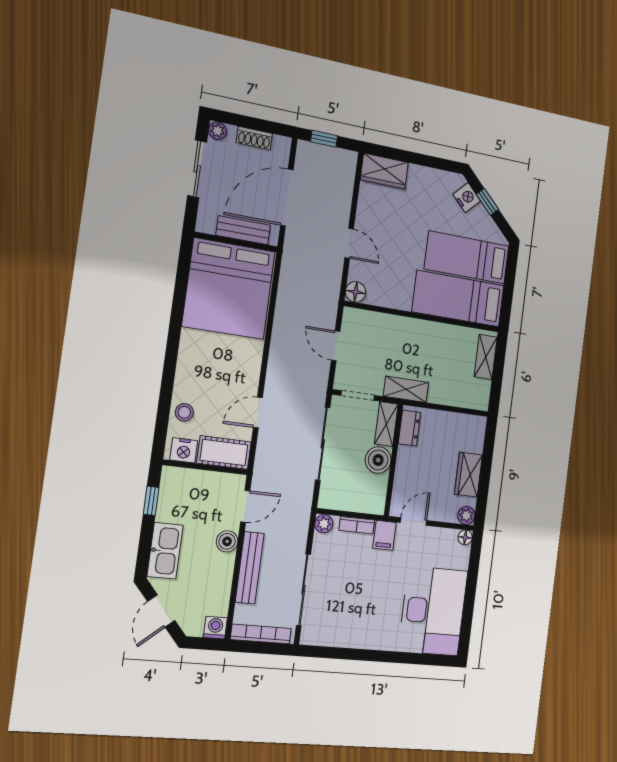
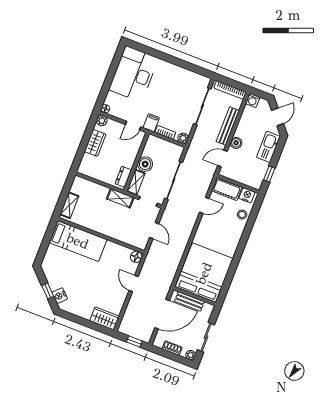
bed: (467, 257) -> (67, 263), removed

